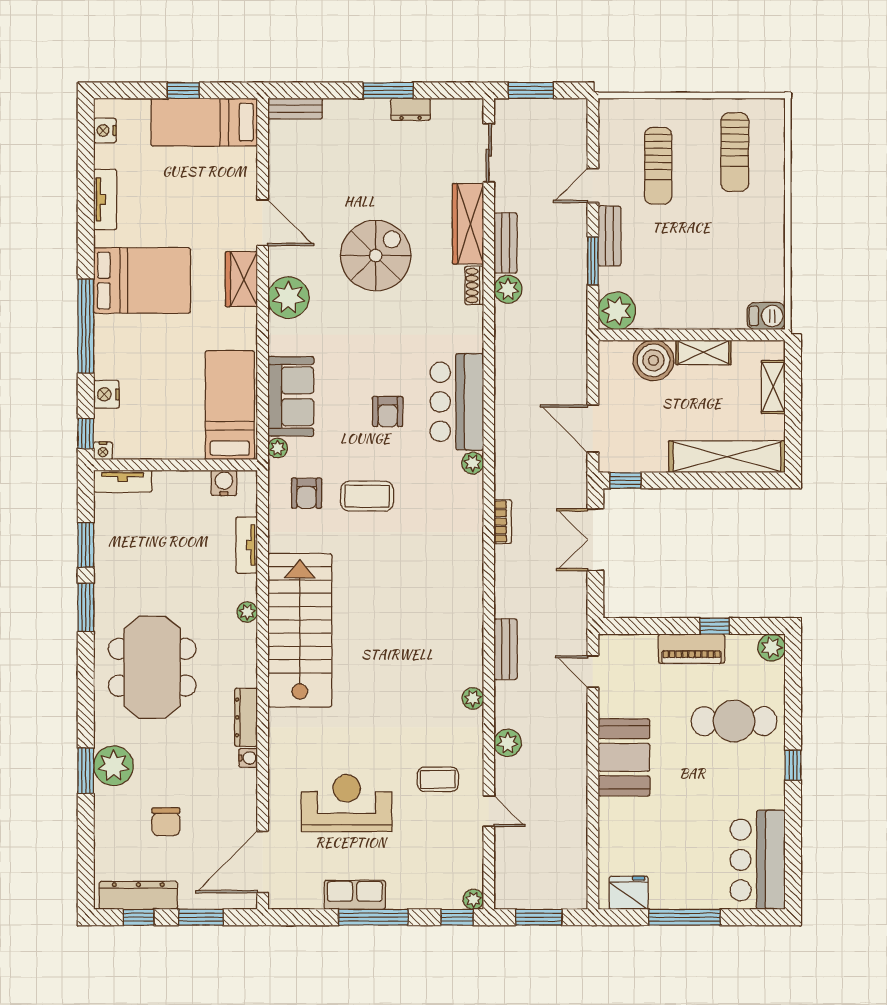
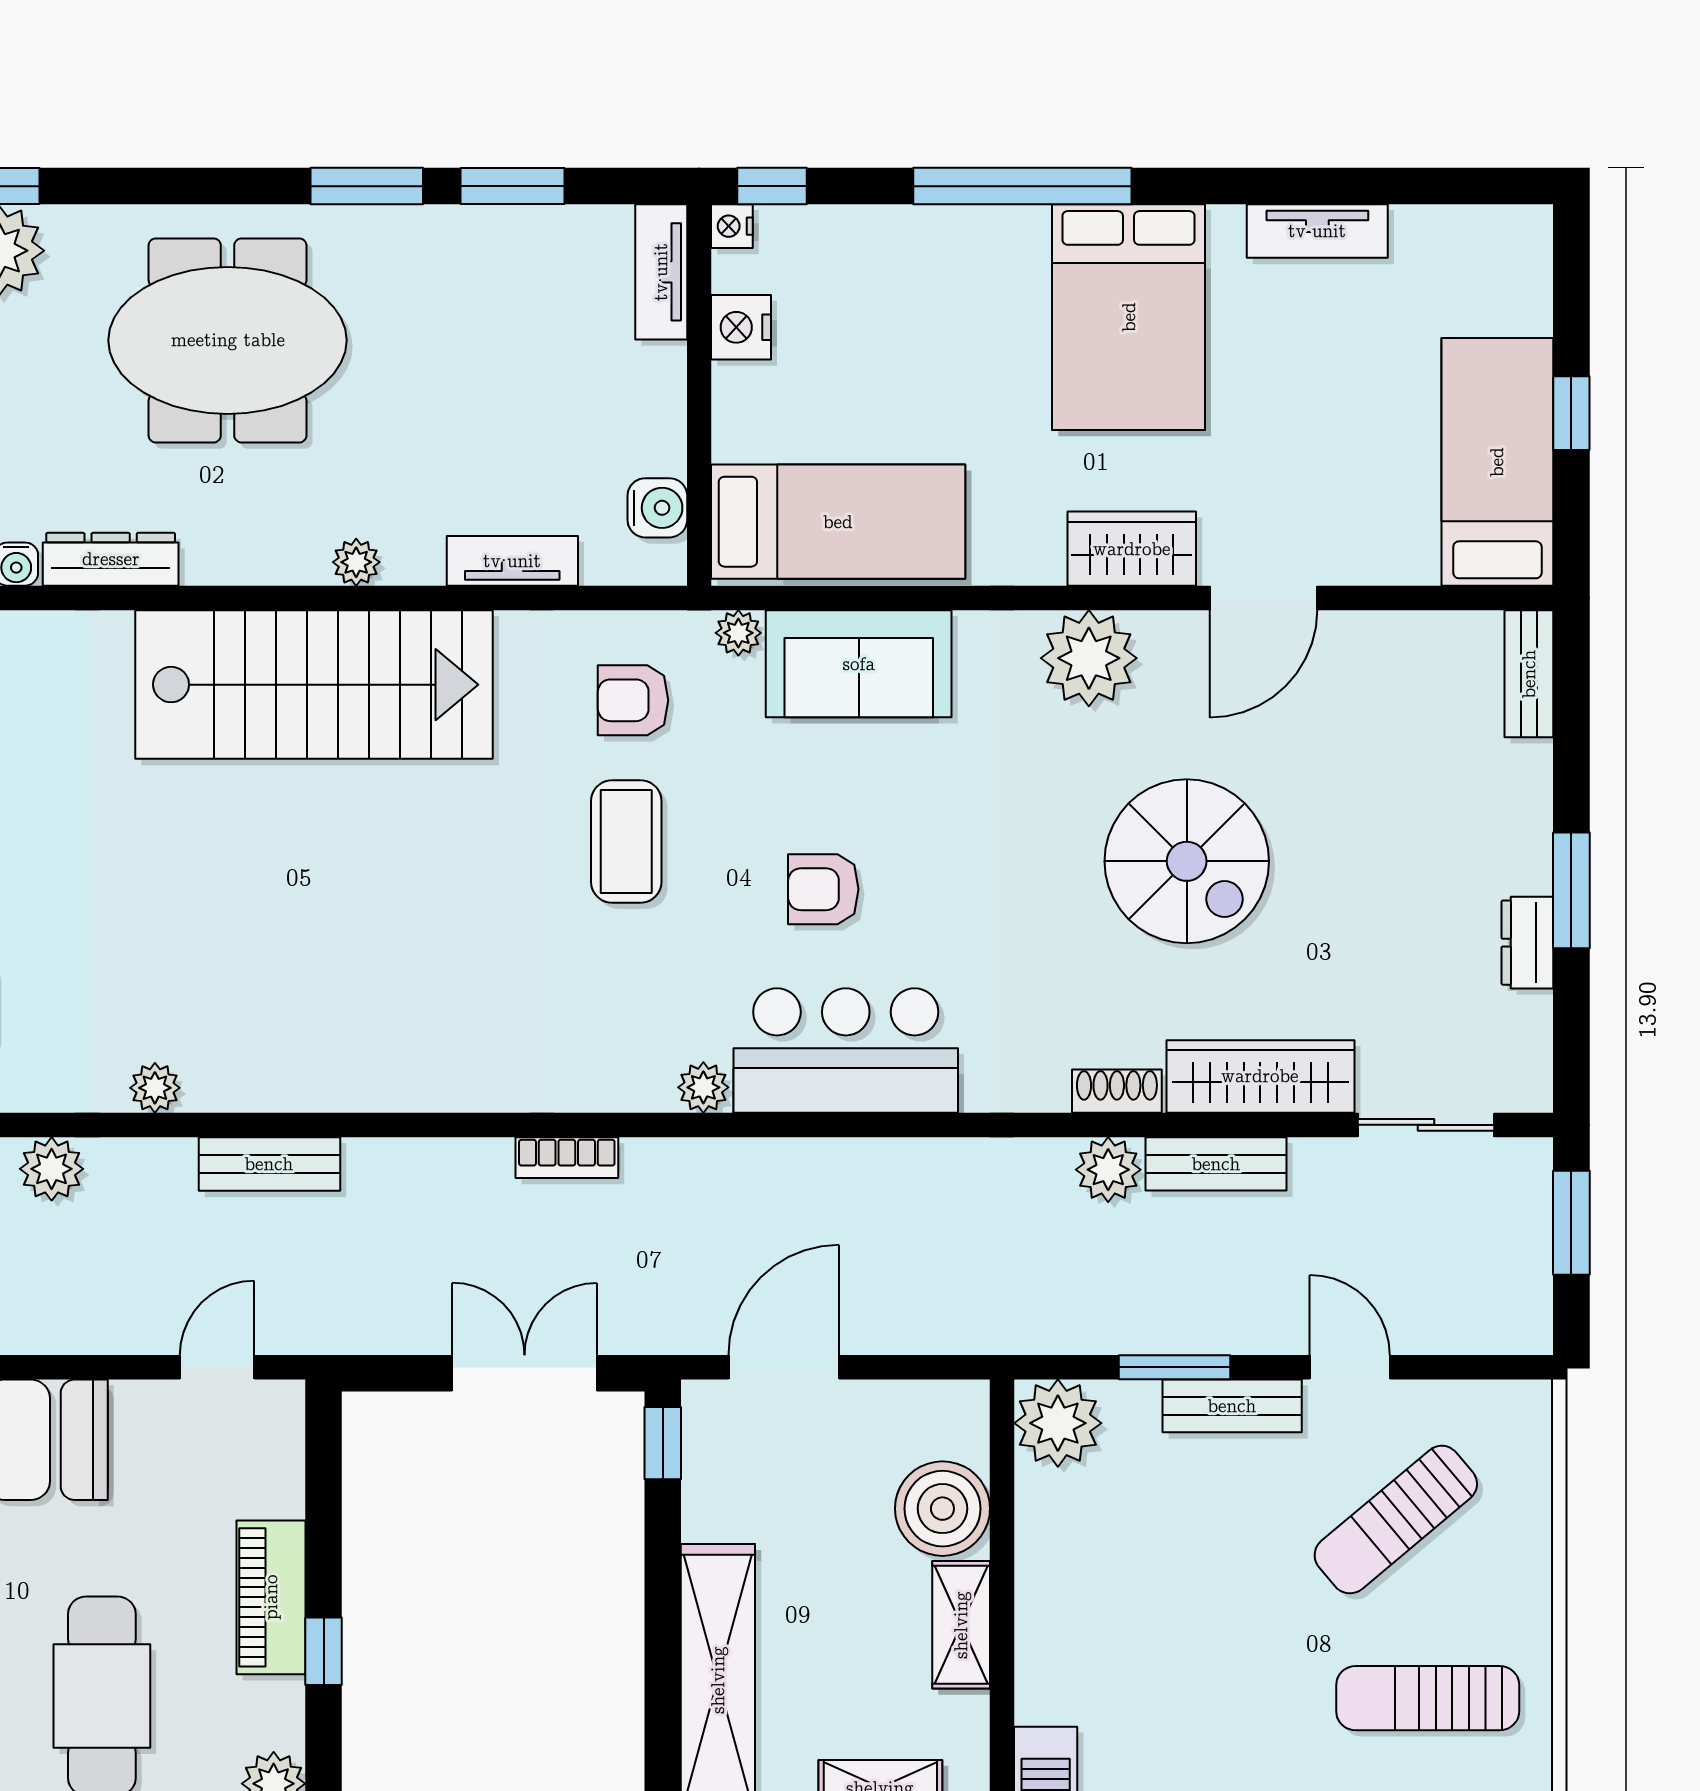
nightstand: (105, 130) -> (1478, 230), removed
sun lounger: (658, 166) -> (1396, 1520), turned -40
nightstand: (106, 394) -> (741, 327), moved, turned -90

